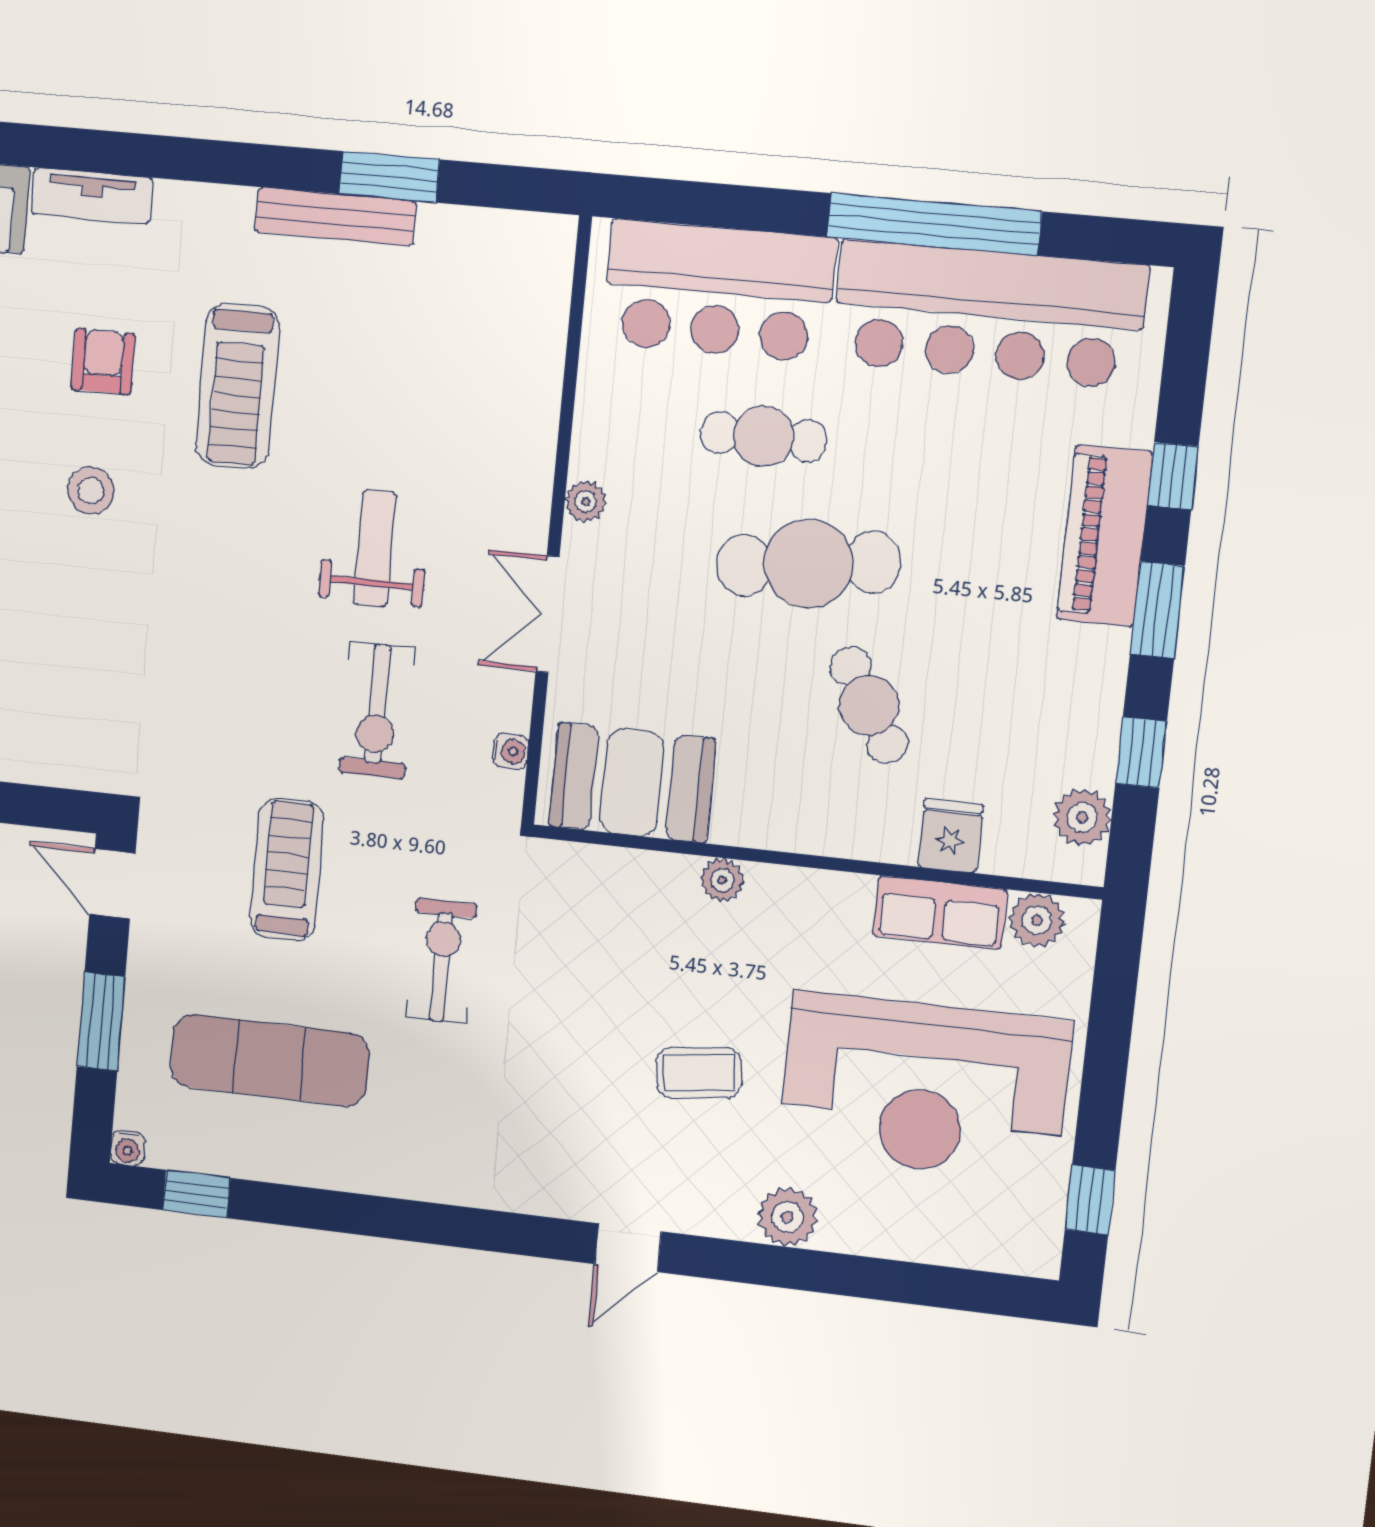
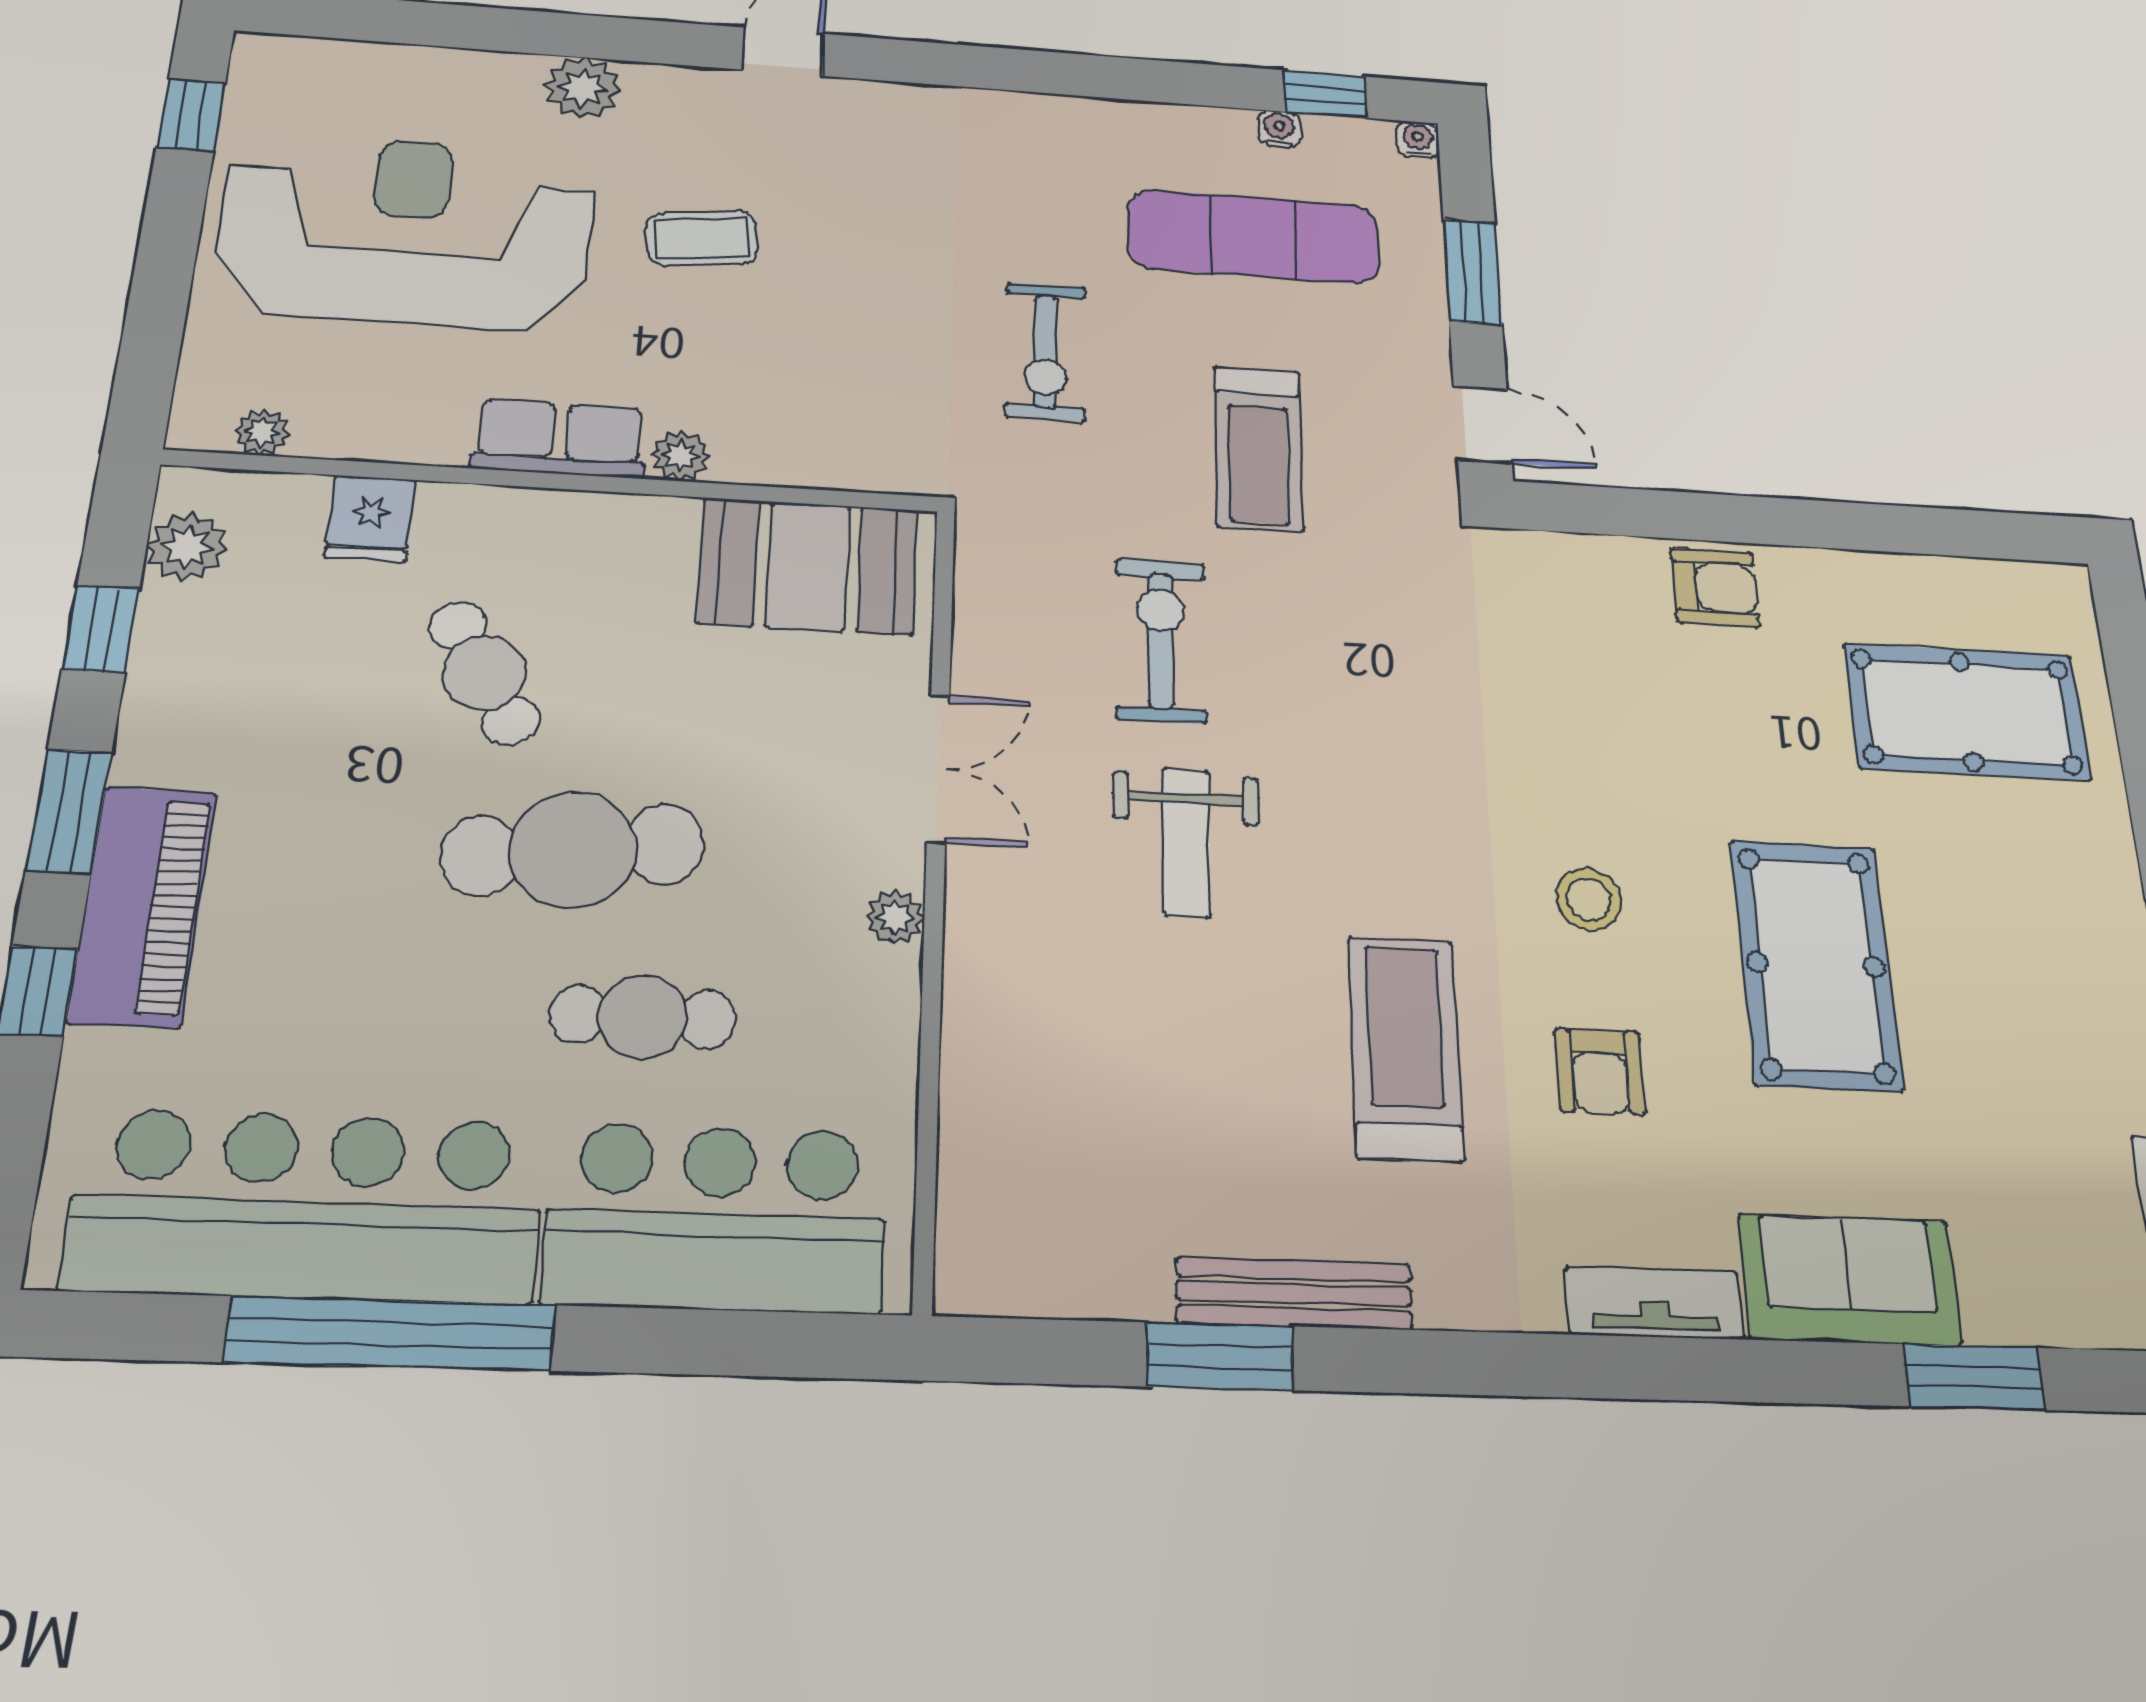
water cooler: (511, 751) -> (1279, 128), moved, turned 90
row of seats: (940, 912) -> (560, 439), moved
plant: (1037, 920) -> (262, 432), width x0.73, depth x0.73

